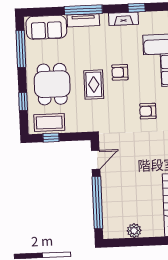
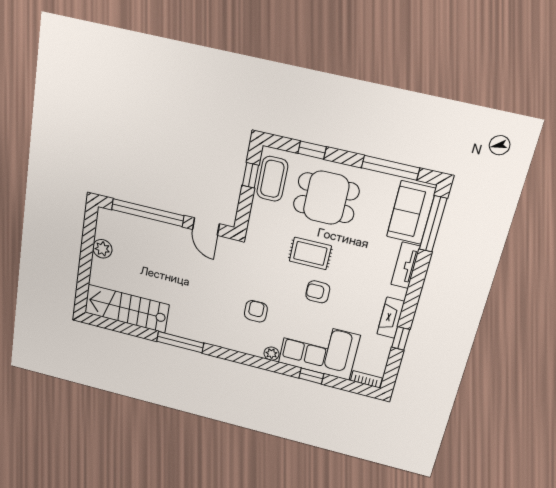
window: (83, 10) -> (433, 224), moved
armchair: (120, 72) -> (318, 292), turned -90

